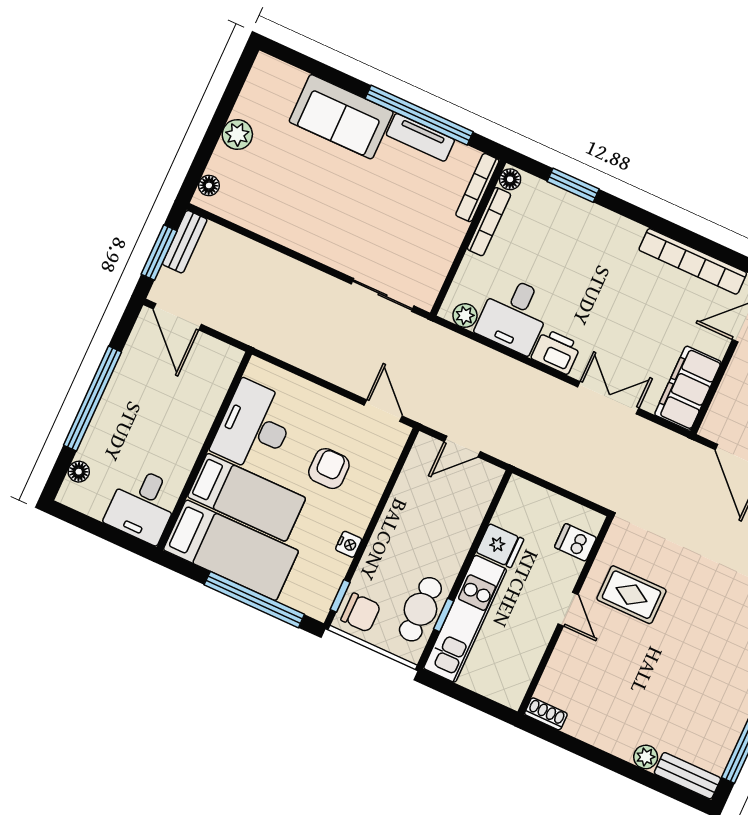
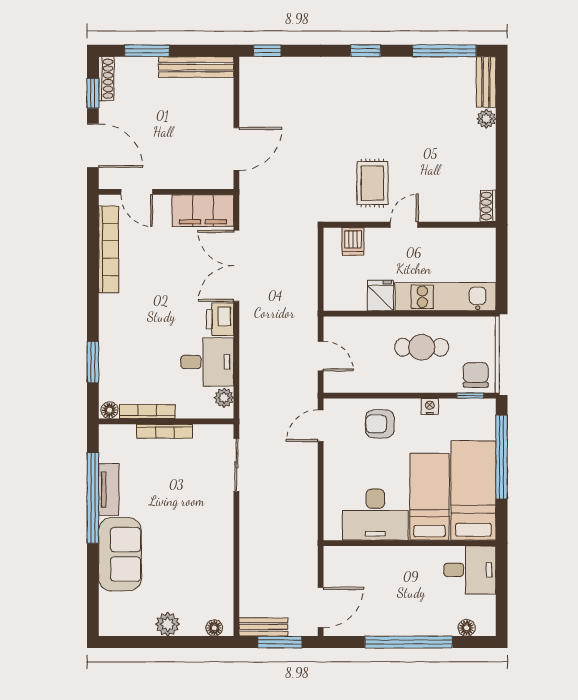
bookcase: (477, 188) -> (165, 431), moved
double door: (608, 398) -> (236, 266), width x1.37
armchair: (329, 469) -> (380, 424), moved
cafe table: (420, 609) -> (422, 347), moved
window: (444, 615) -> (450, 314), removed

